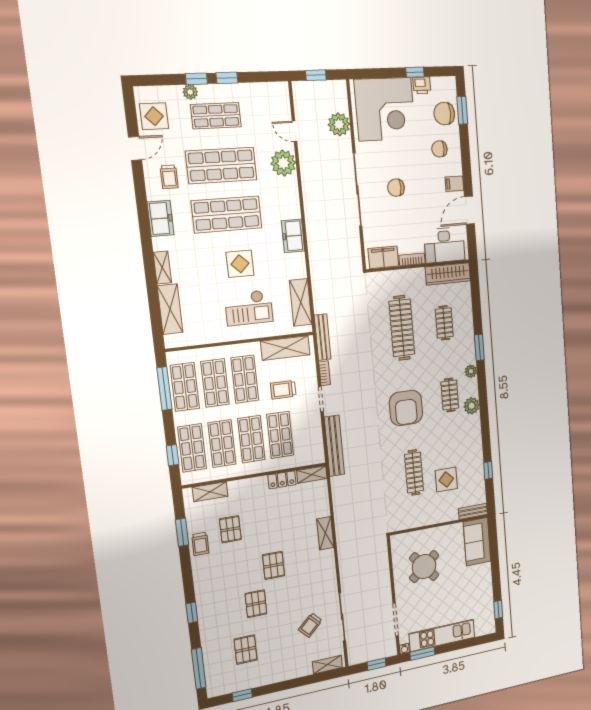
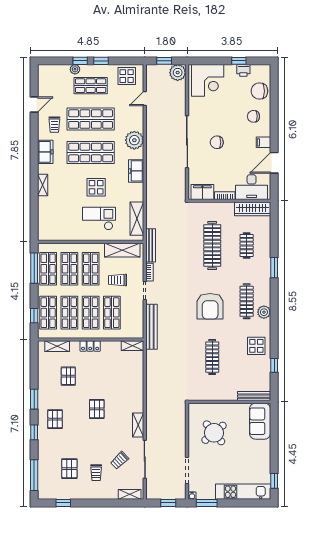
corner desk: (385, 109) -> (208, 80), width x0.74, depth x0.74
window: (462, 110) -> (274, 89), removed
display table: (154, 116) -> (127, 76), moved
plant: (339, 124) -> (178, 73), moved
door: (295, 131) -> (145, 99), hinge flipped
plant: (283, 163) -> (134, 140), moved
checkout: (249, 308) -> (99, 218), turned 180
shelving: (170, 309) -> (44, 214), removed
plant: (471, 371) -> (266, 285), removed
clothes rail: (450, 395) -> (247, 301), width x1.36
locker: (282, 480) -> (90, 346), moved
display table: (446, 480) -> (256, 346), moved
bench: (473, 511) -> (254, 396), width x1.36
window: (182, 532) -> (34, 399), moved
shelving: (325, 533) -> (138, 425), moved
trolley: (200, 544) -> (96, 473), moved
pallet: (256, 604) -> (55, 419), moved
kitchen unit: (442, 635) -> (243, 492), moved

